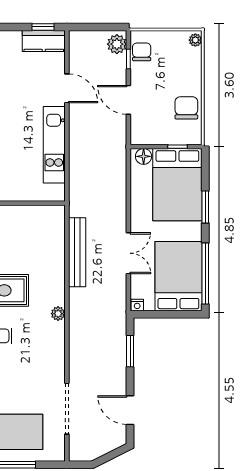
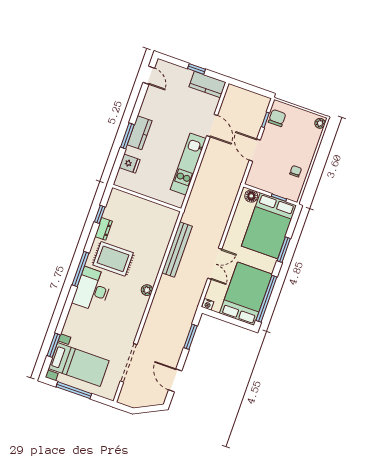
window: (43, 27) -> (196, 69), moved
plant: (117, 44) -> (261, 106), removed
chair: (186, 108) -> (296, 171), width x0.54, depth x0.54

